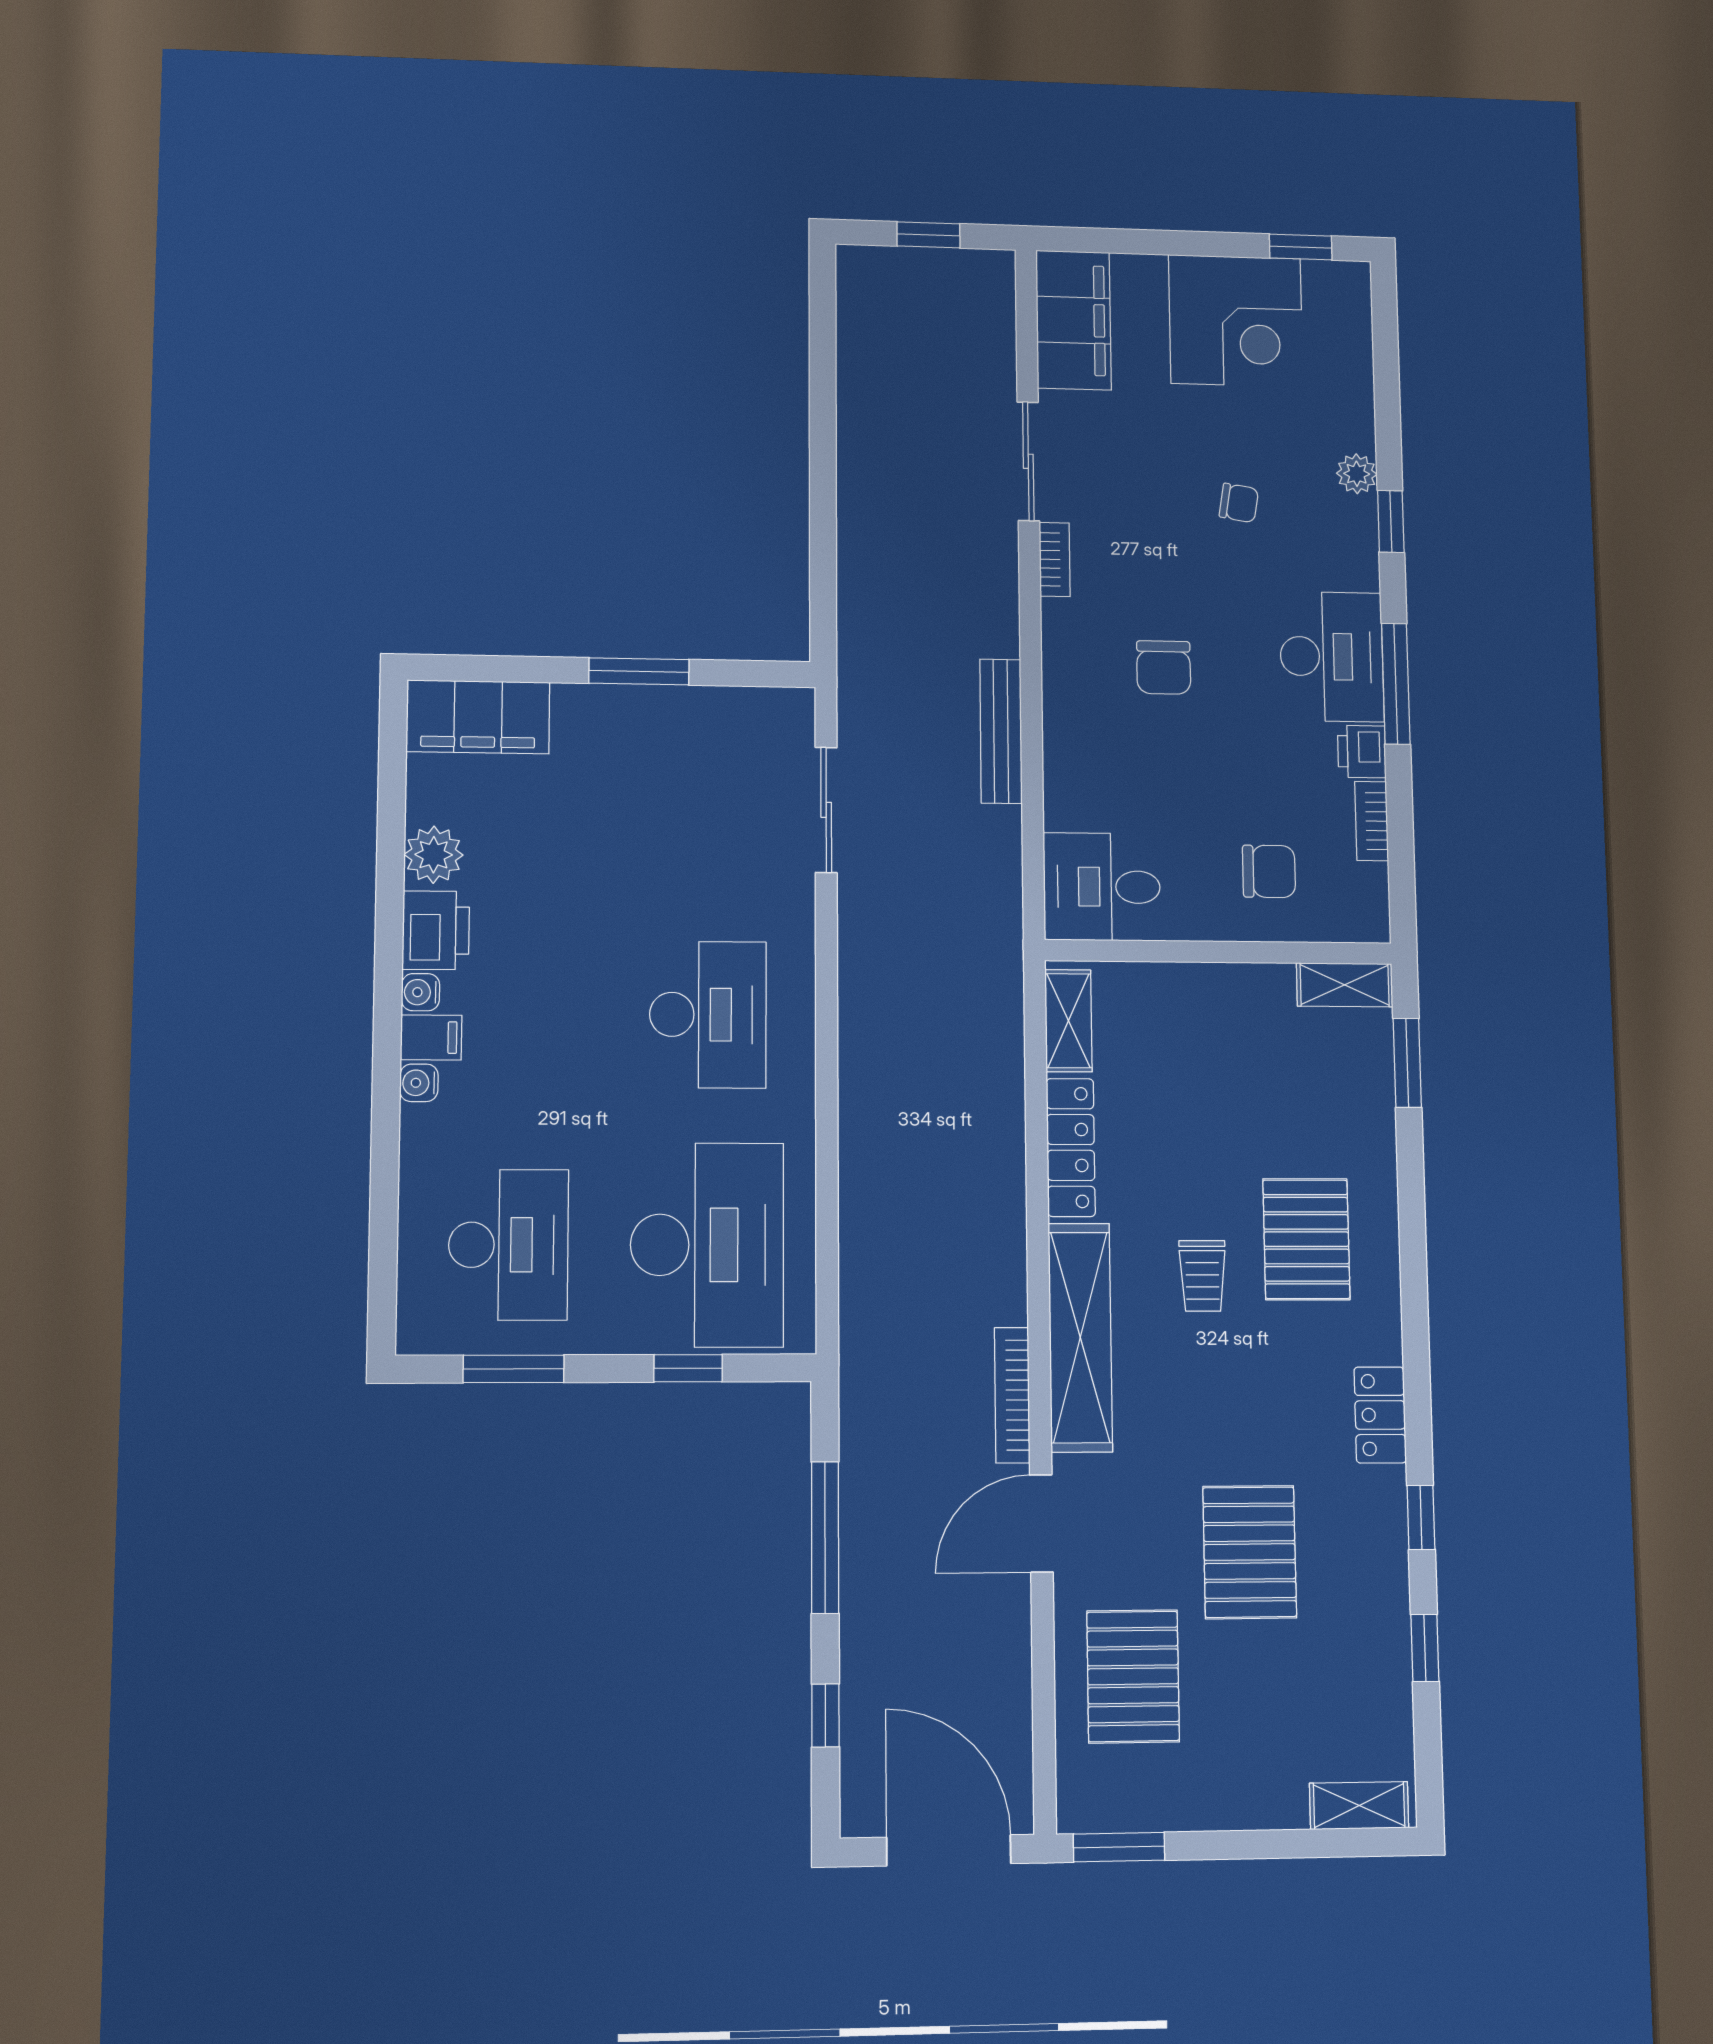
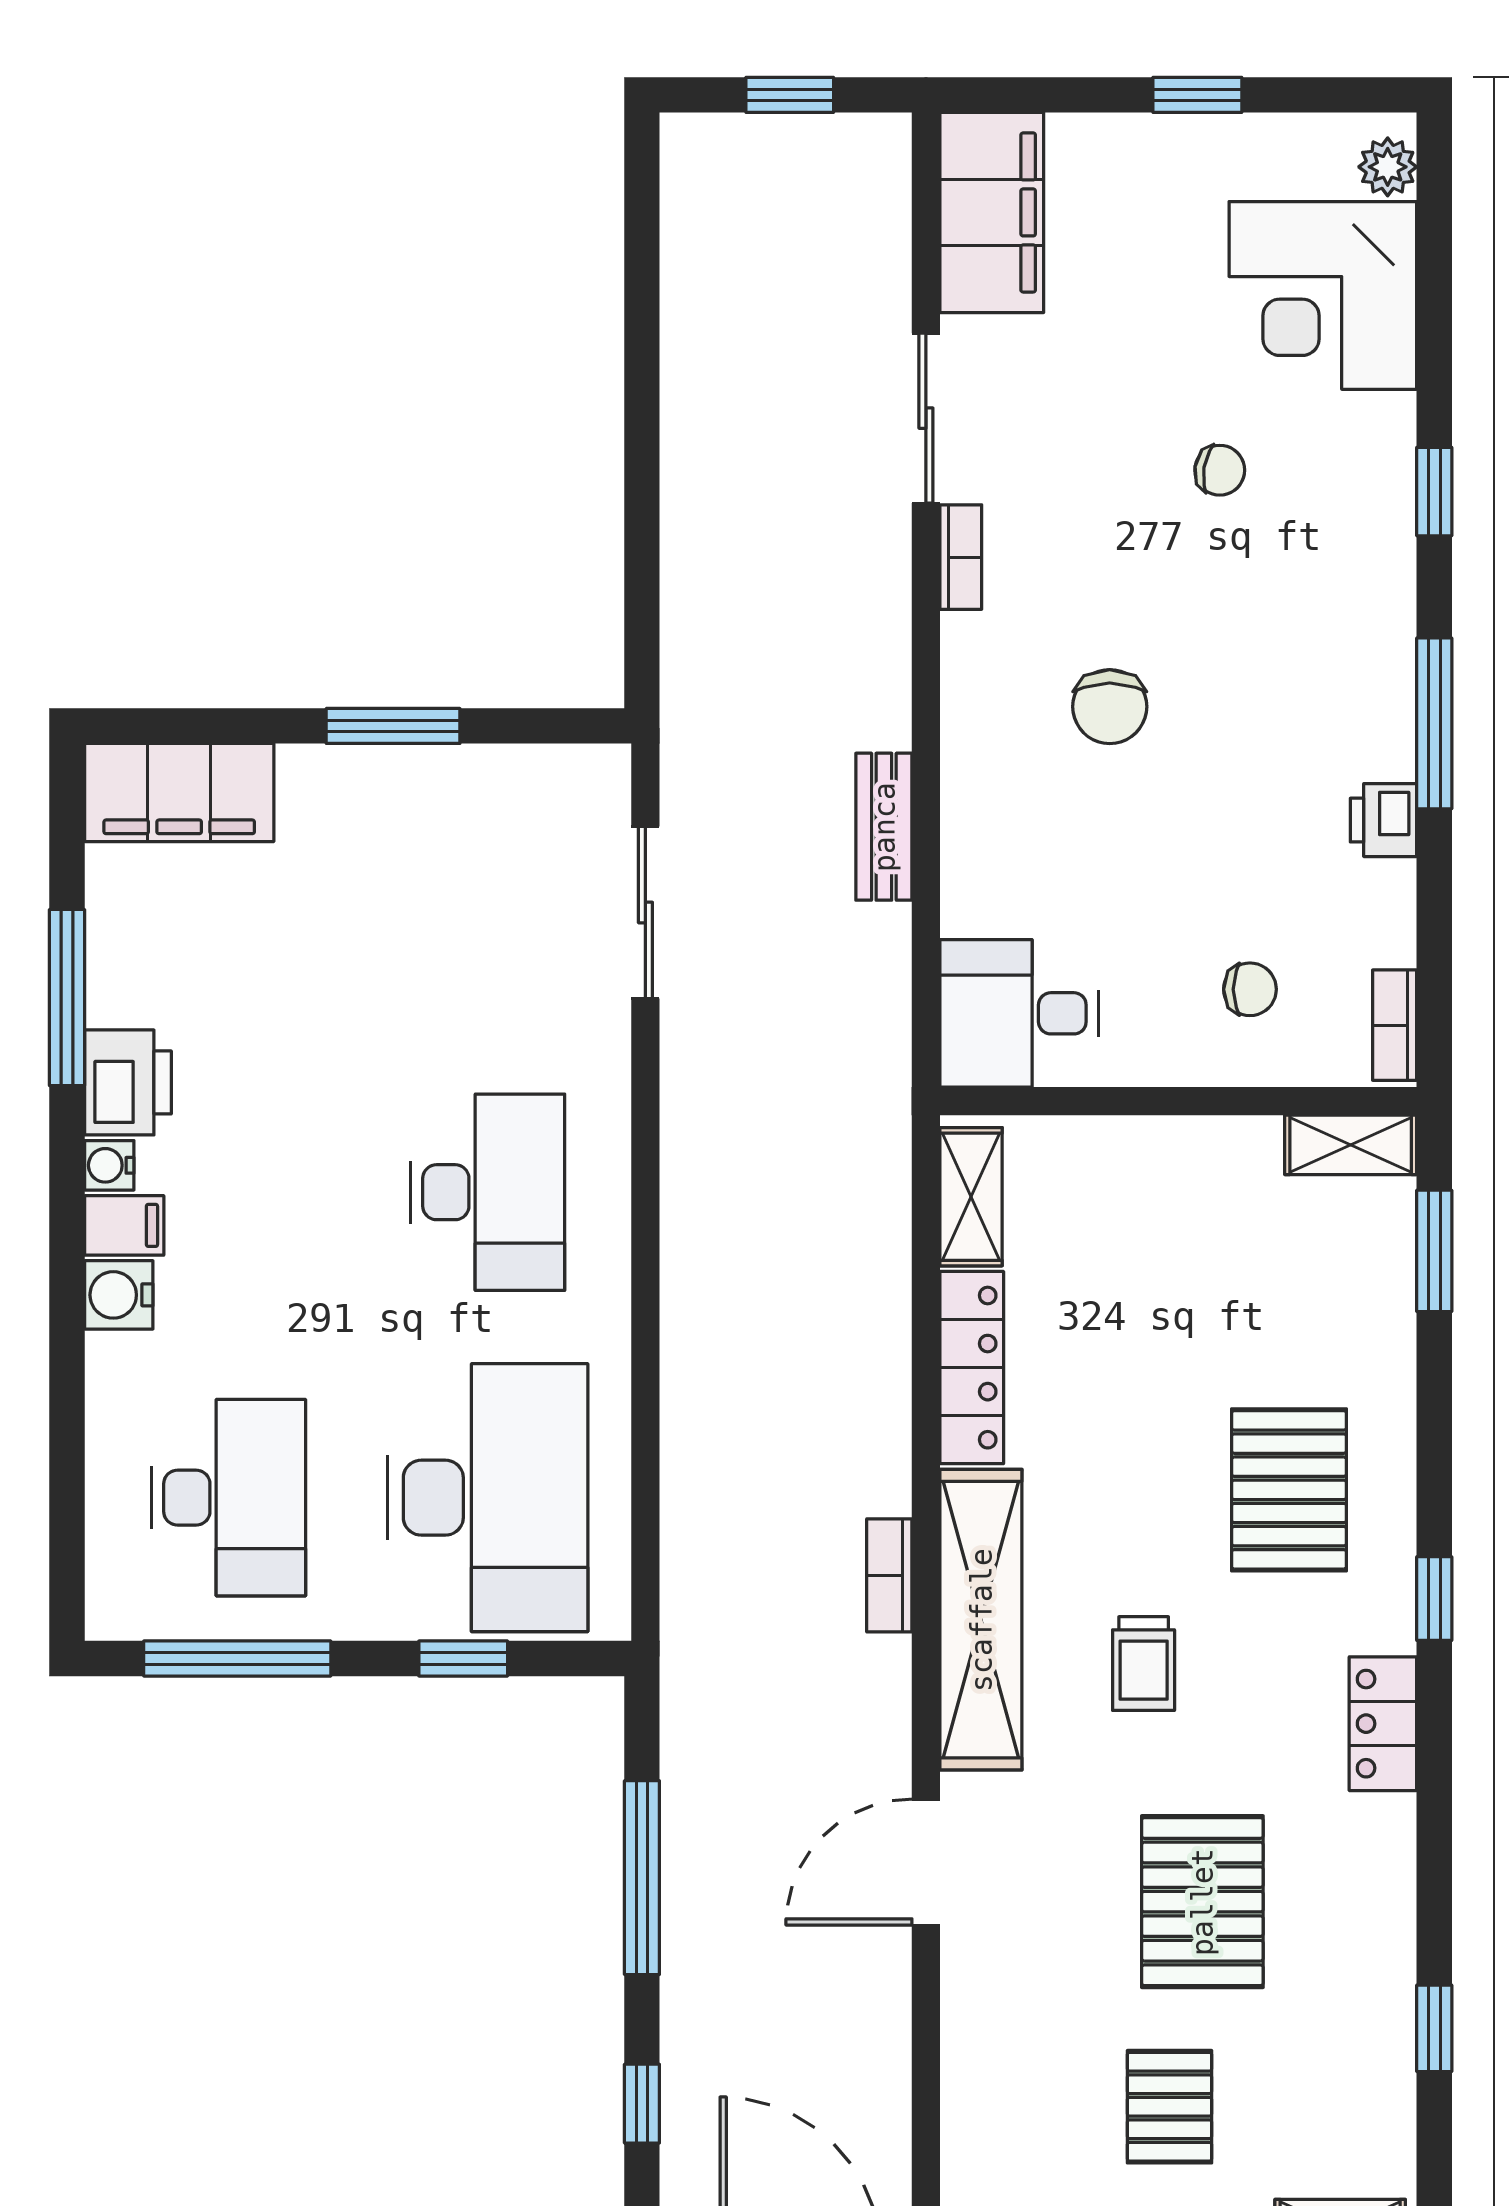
window: (1301, 247) -> (1197, 95), moved
corner desk: (1236, 321) -> (1323, 295), moved, turned 90
plant: (1357, 474) -> (1388, 167), moved
desk: (1332, 657) -> (1345, 687), removed
bench: (1001, 731) -> (884, 827), width x0.73
bookcase: (1372, 821) -> (1395, 1025), moved
plant: (434, 855) -> (123, 981), removed
window: (390, 867) -> (67, 998), added
chair: (1269, 871) -> (1250, 989), width x0.73, depth x0.73
water cooler: (419, 1083) -> (119, 1295), width x1.38, depth x1.38
trolley: (1202, 1276) -> (1144, 1664), moved
window: (514, 1369) -> (237, 1658), width x1.44
bookcase: (1012, 1395) -> (889, 1575), moved, width x0.64
window: (1421, 1518) -> (1434, 1599), moved
pallet: (1133, 1676) -> (1169, 2107), moved, width x0.67, depth x0.71

